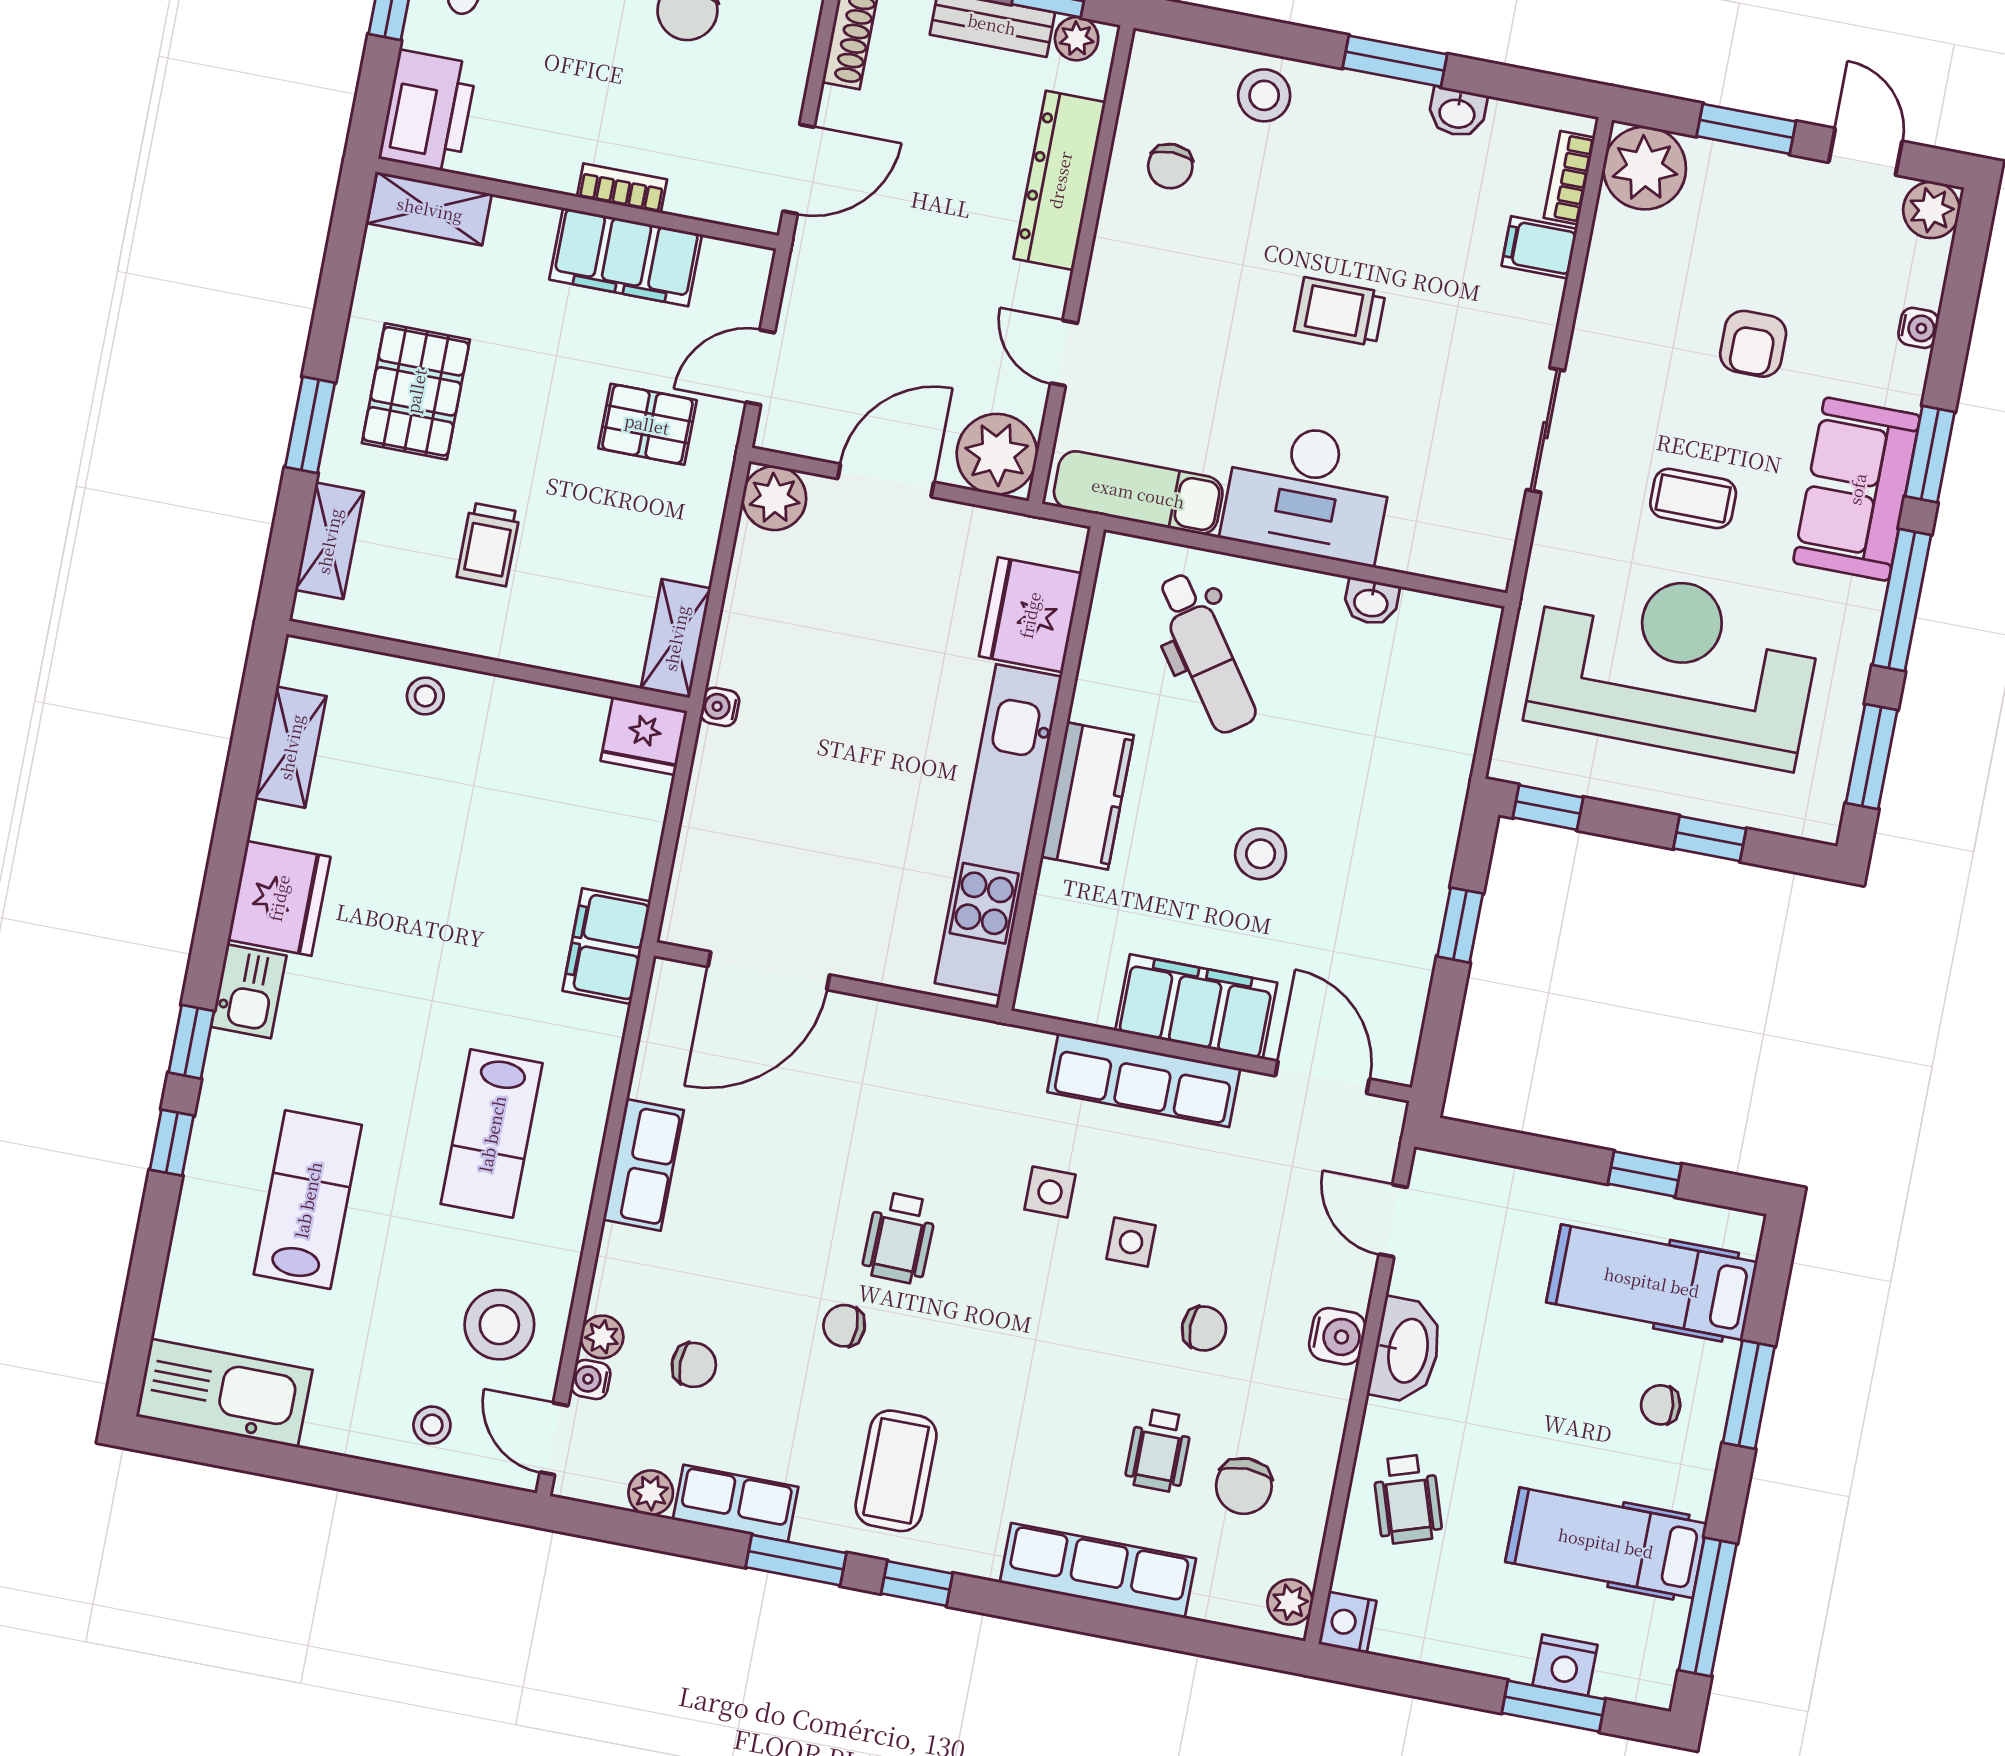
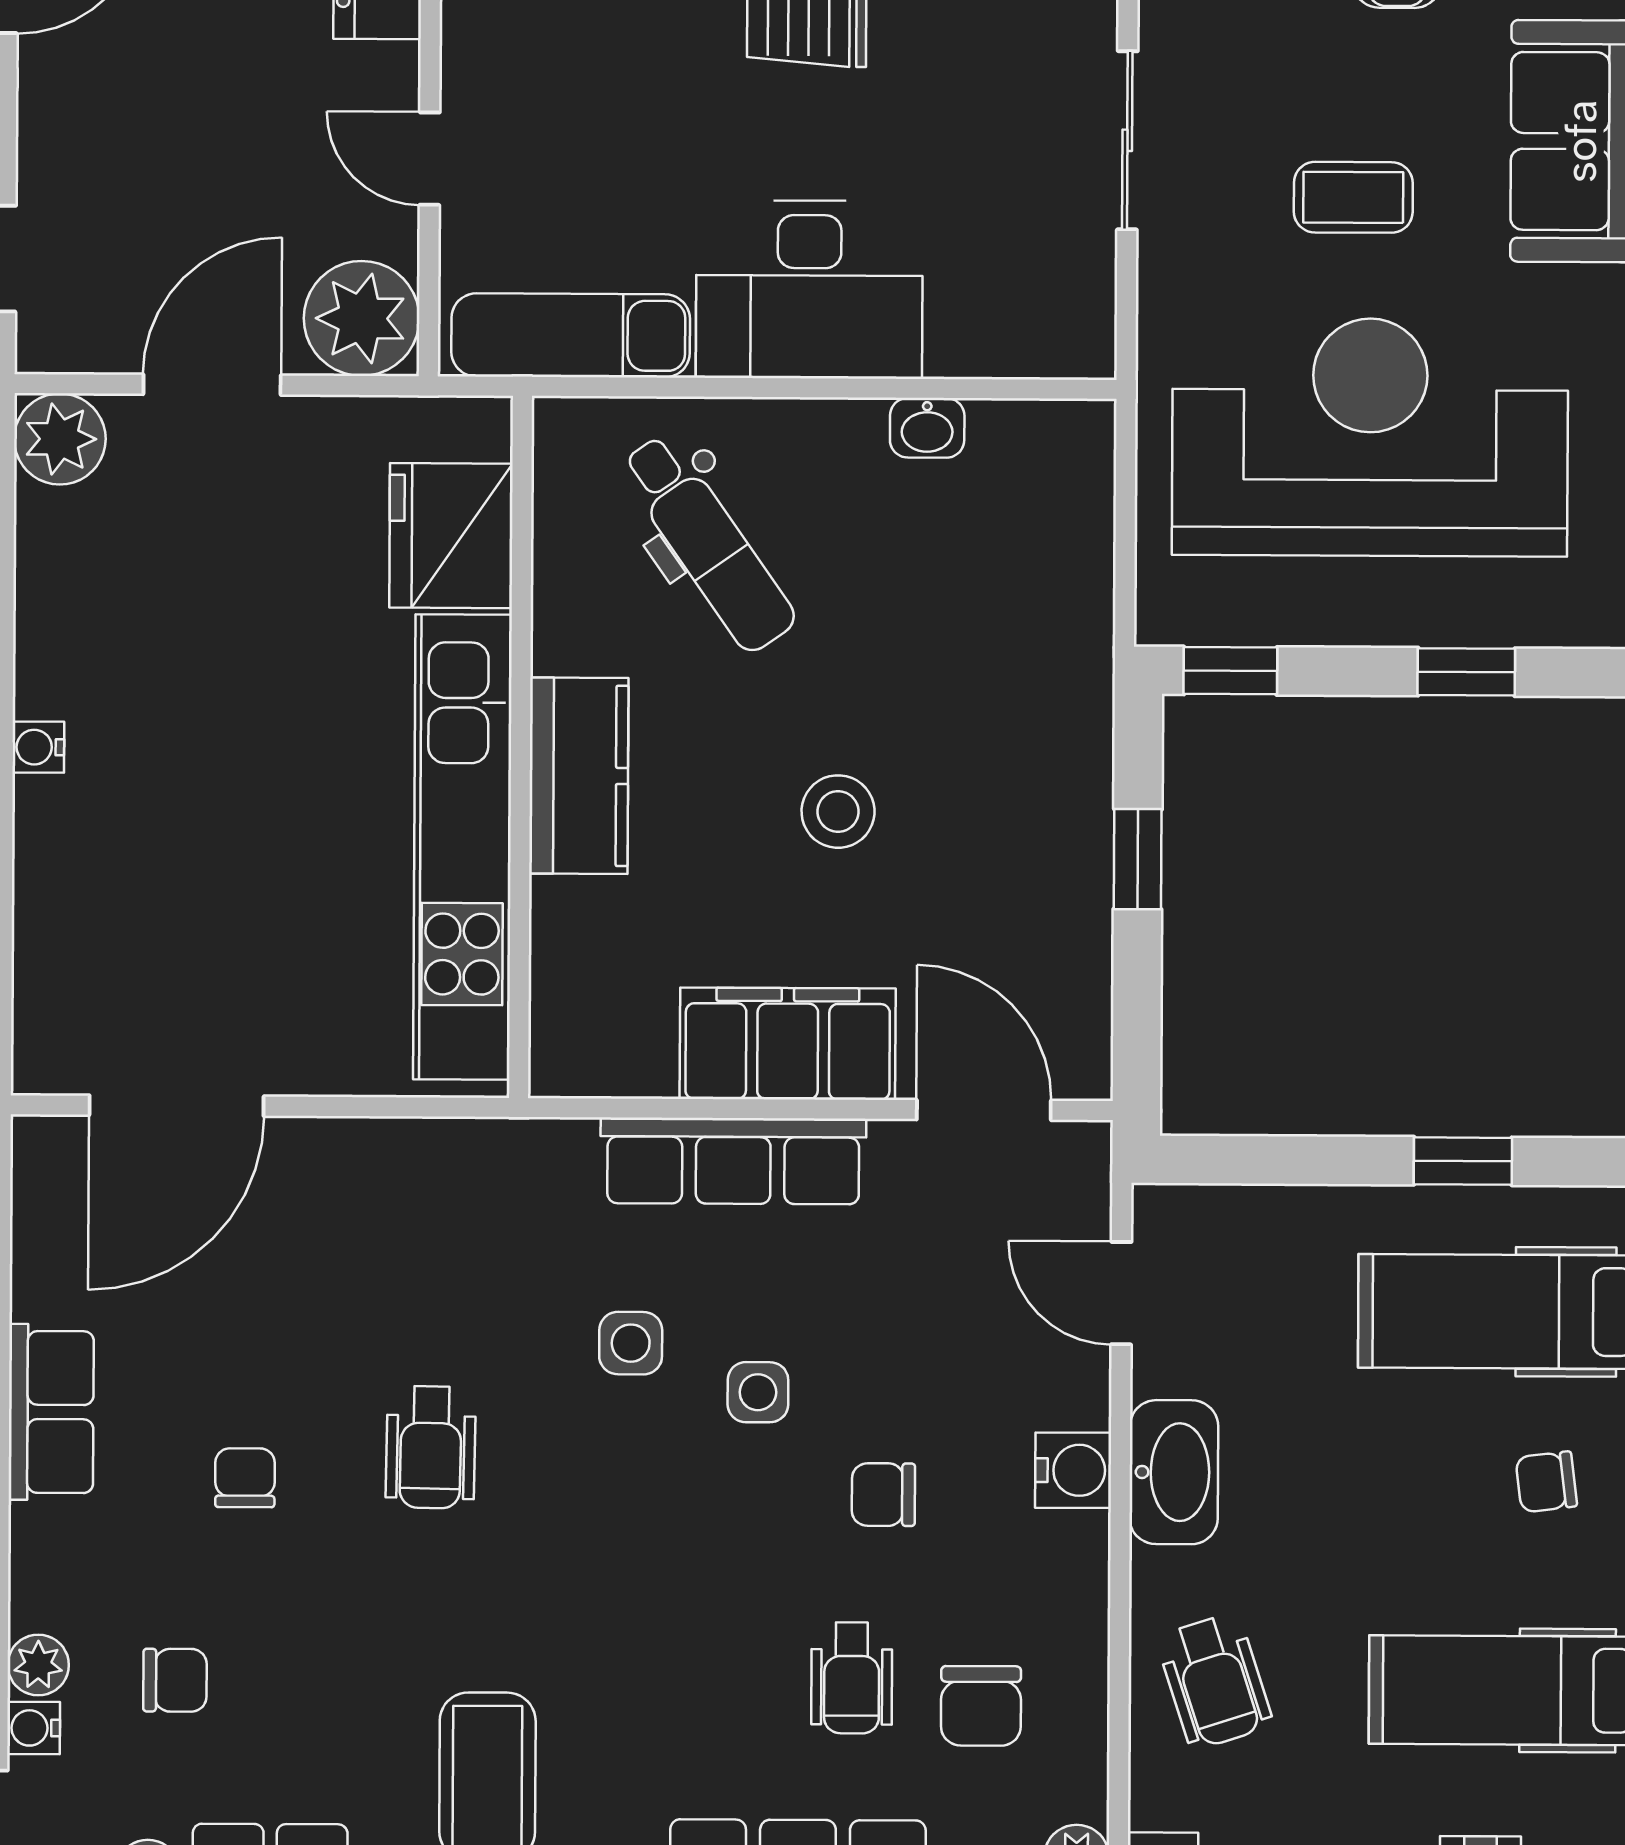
chair: (844, 1326) -> (245, 1478), moved, turned 90
chair: (1204, 1328) -> (883, 1495), turned 180

